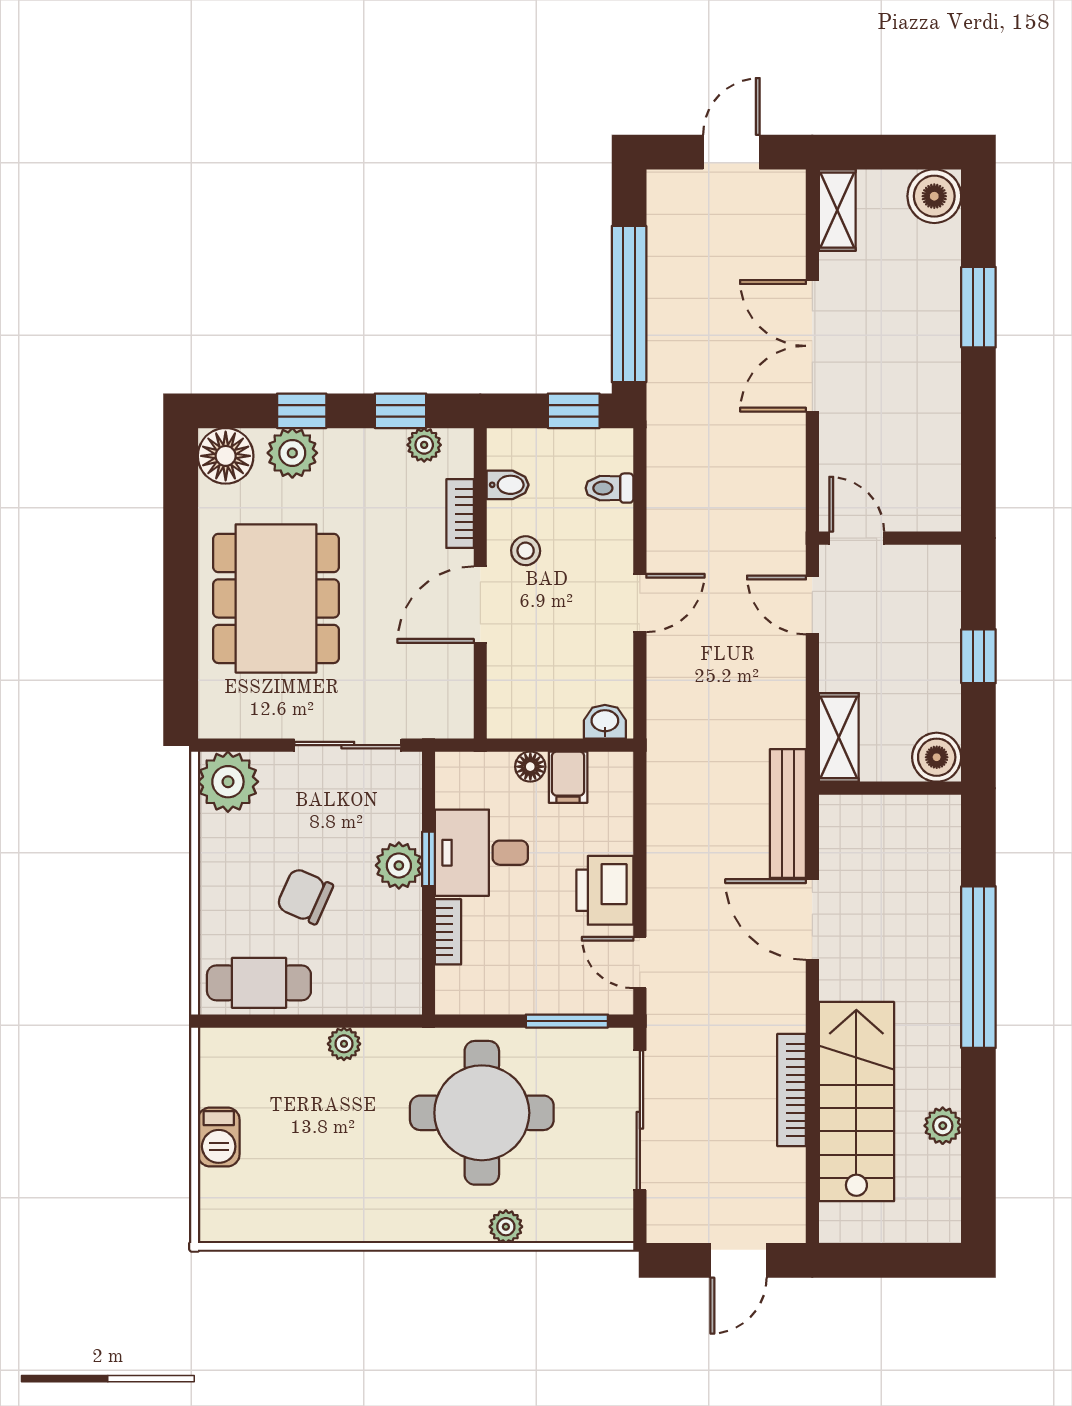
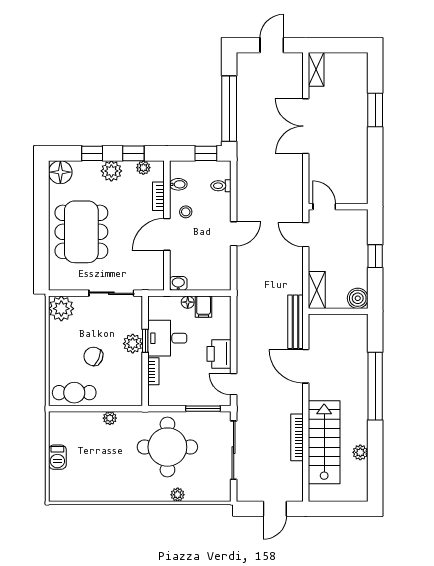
boiler: (934, 196) -> (357, 64), removed
plant: (292, 453) -> (111, 171), moved
washbasin: (605, 722) -> (178, 283), moved

